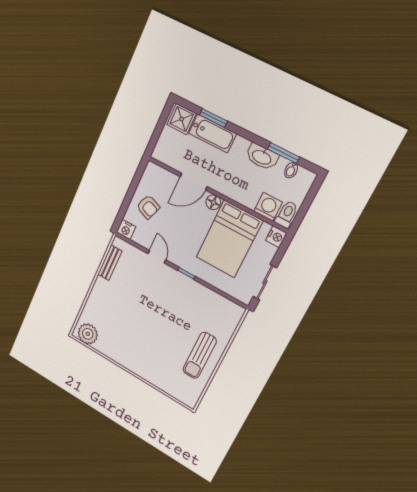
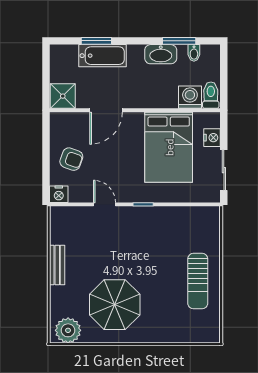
shower: (182, 119) -> (63, 96), moved
floor lamp: (213, 202) -> (136, 120), removed
nightstand: (276, 237) -> (212, 138), moved
bench: (110, 263) -> (57, 265), moved
parasol: (129, 336) -> (115, 305), added

